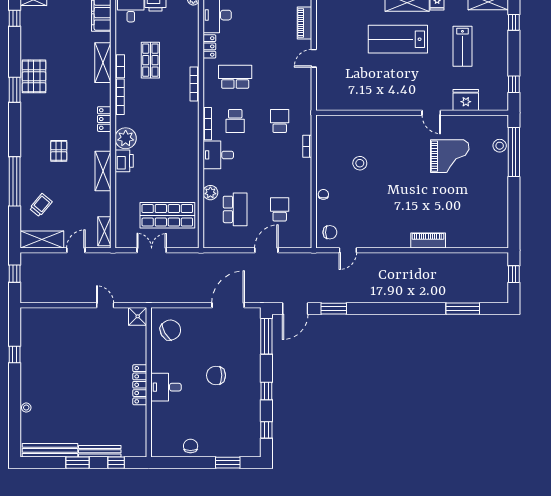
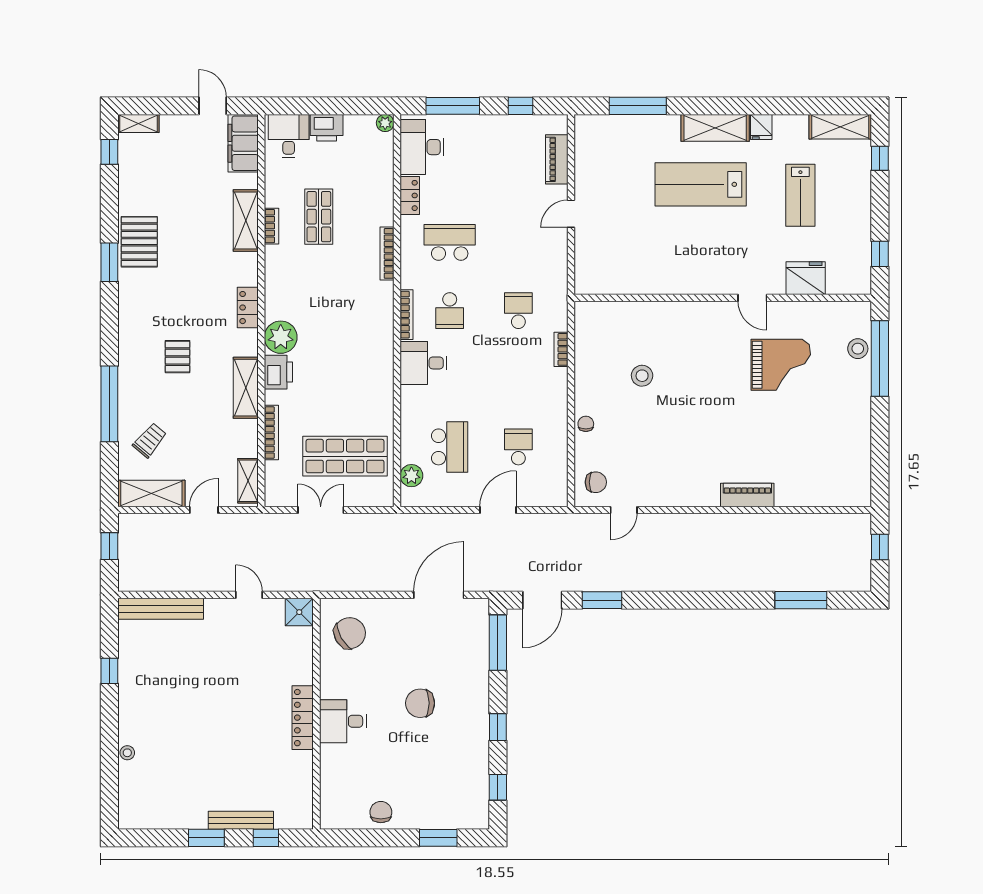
bookcase: (120, 97) -> (271, 433), moved
plant: (210, 193) -> (411, 476), moved
bench: (50, 450) -> (161, 609), moved

